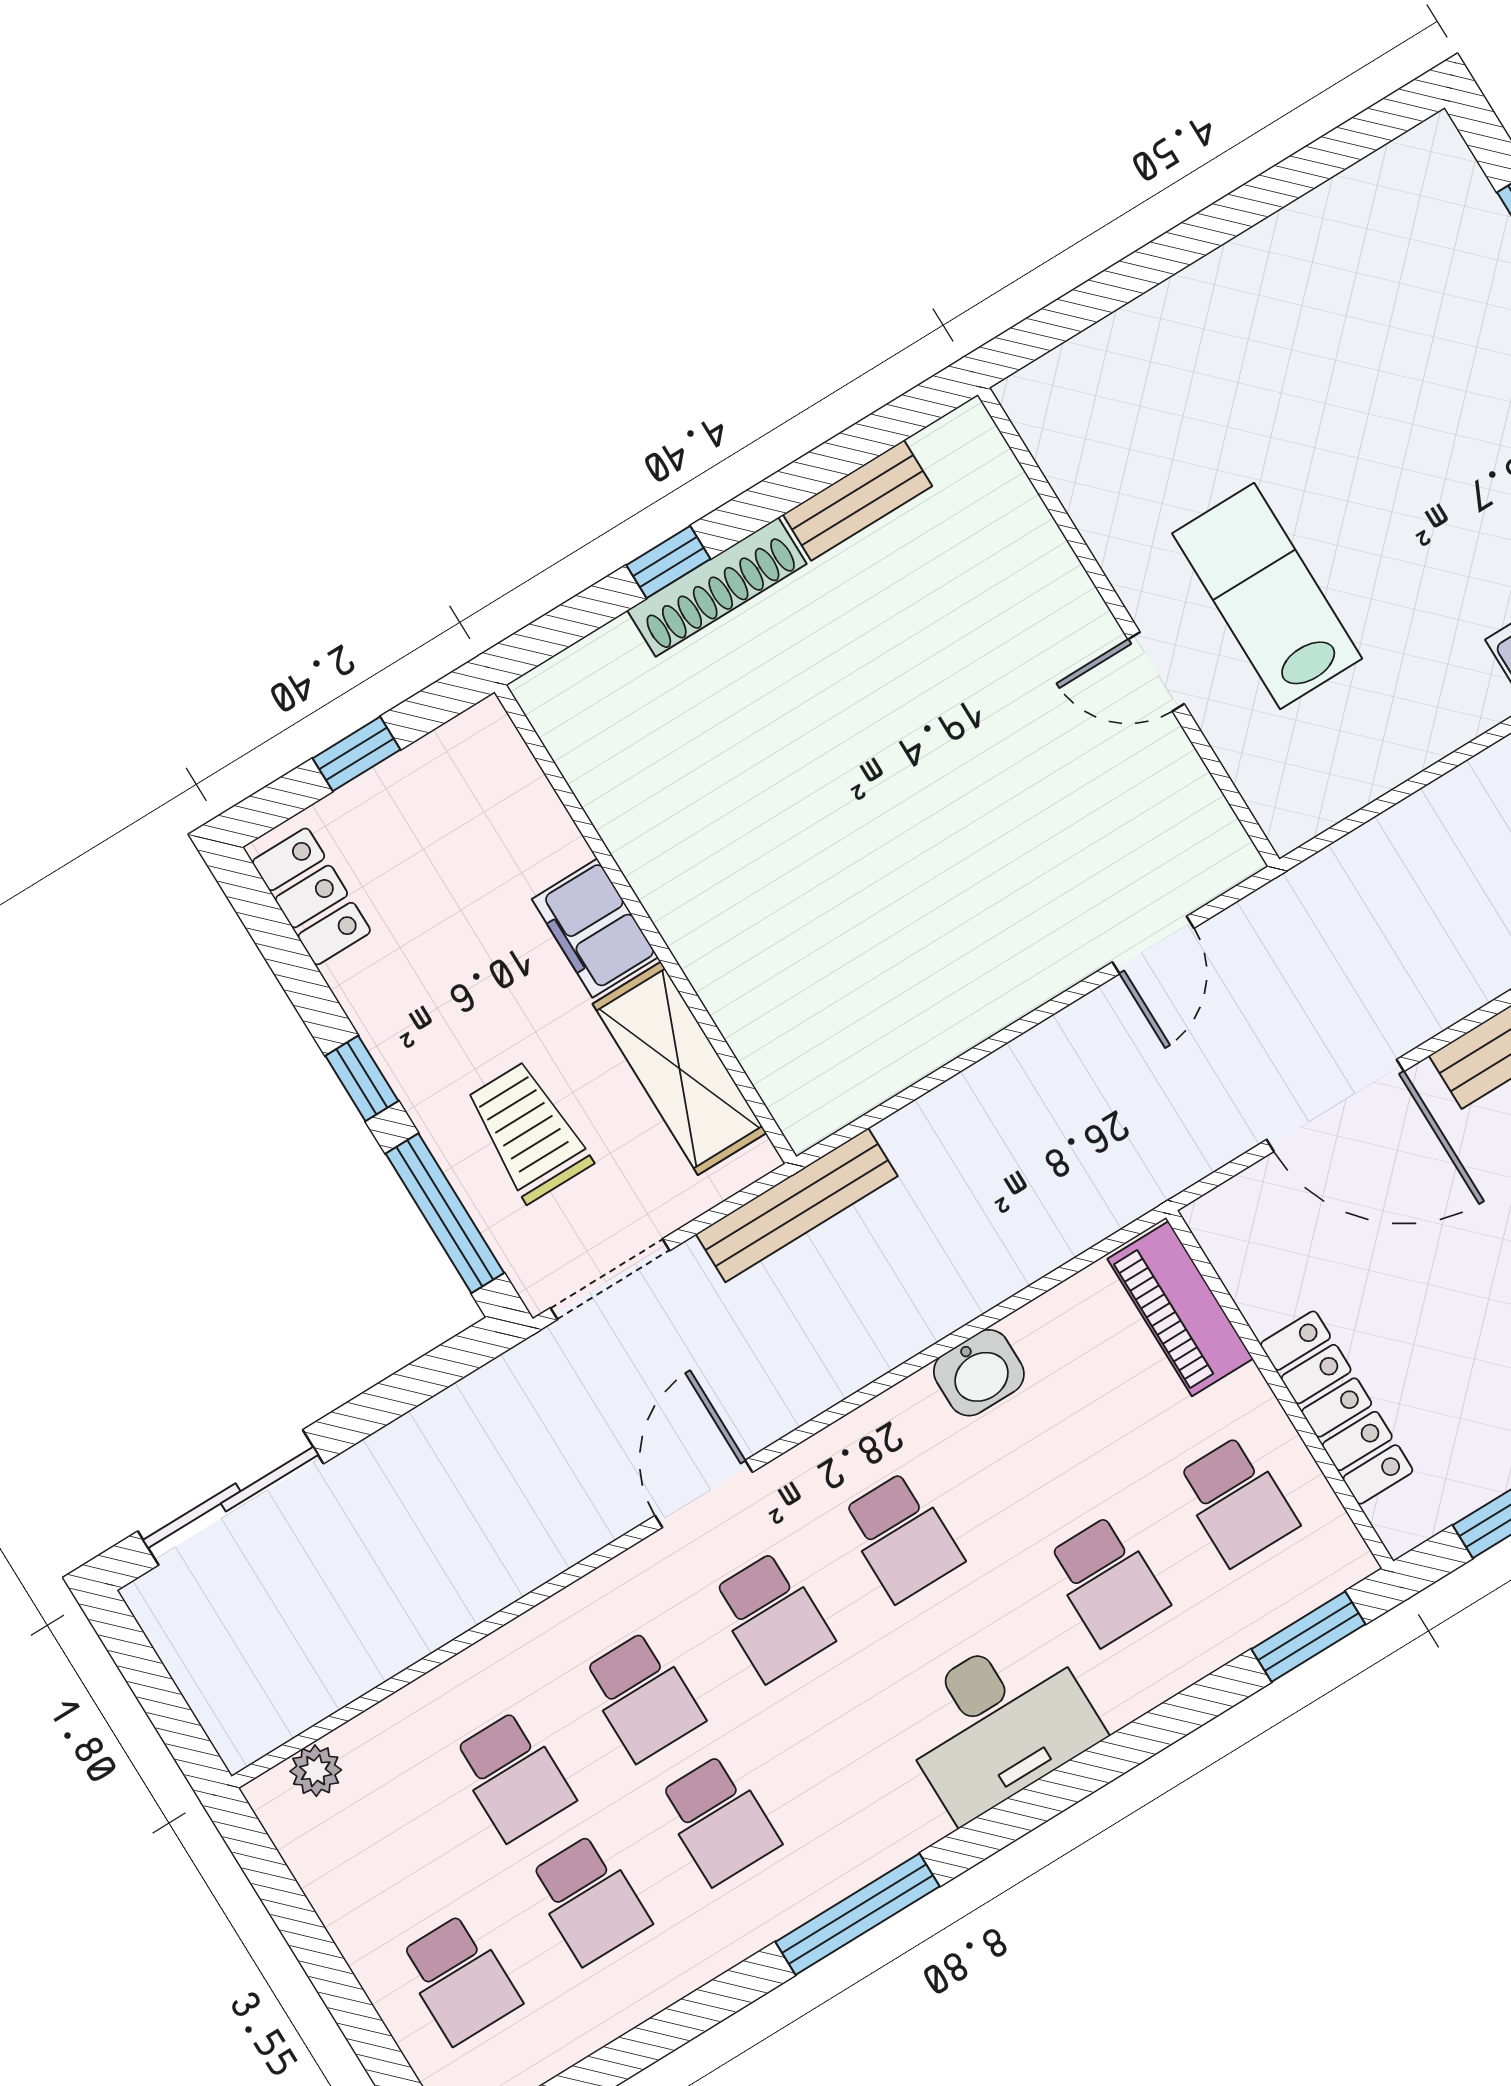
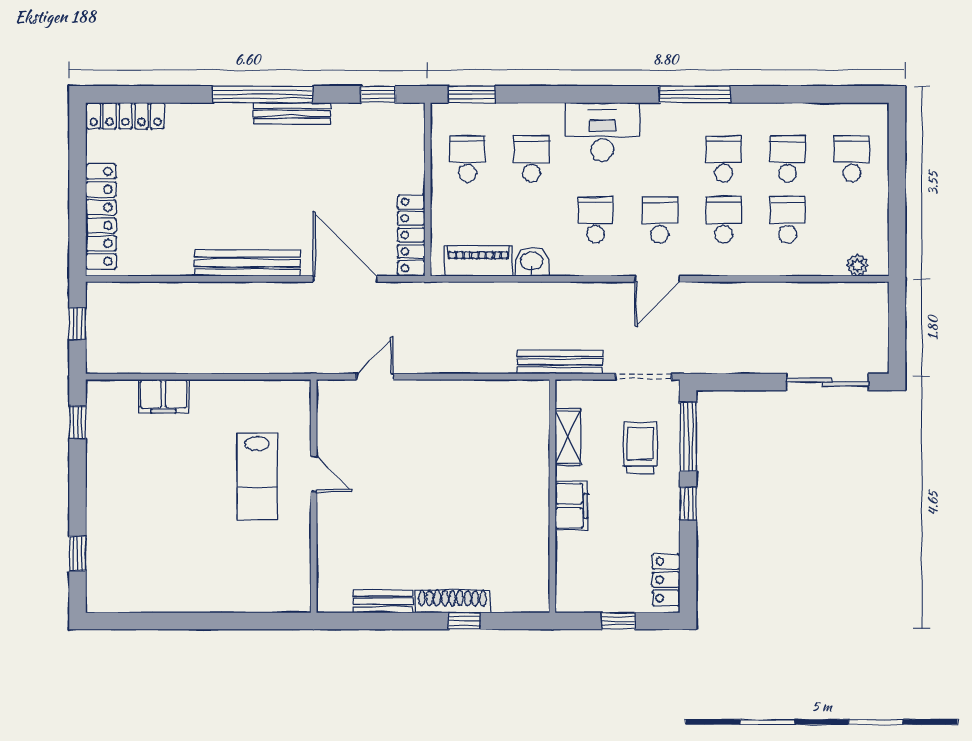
shelving: (679, 1068) -> (568, 437), width x0.67, depth x0.75
trolley: (528, 1132) -> (640, 448), turned 180
piano: (1180, 1309) -> (478, 261), moved, turned -90
locker: (1337, 1408) -> (411, 235), moved

